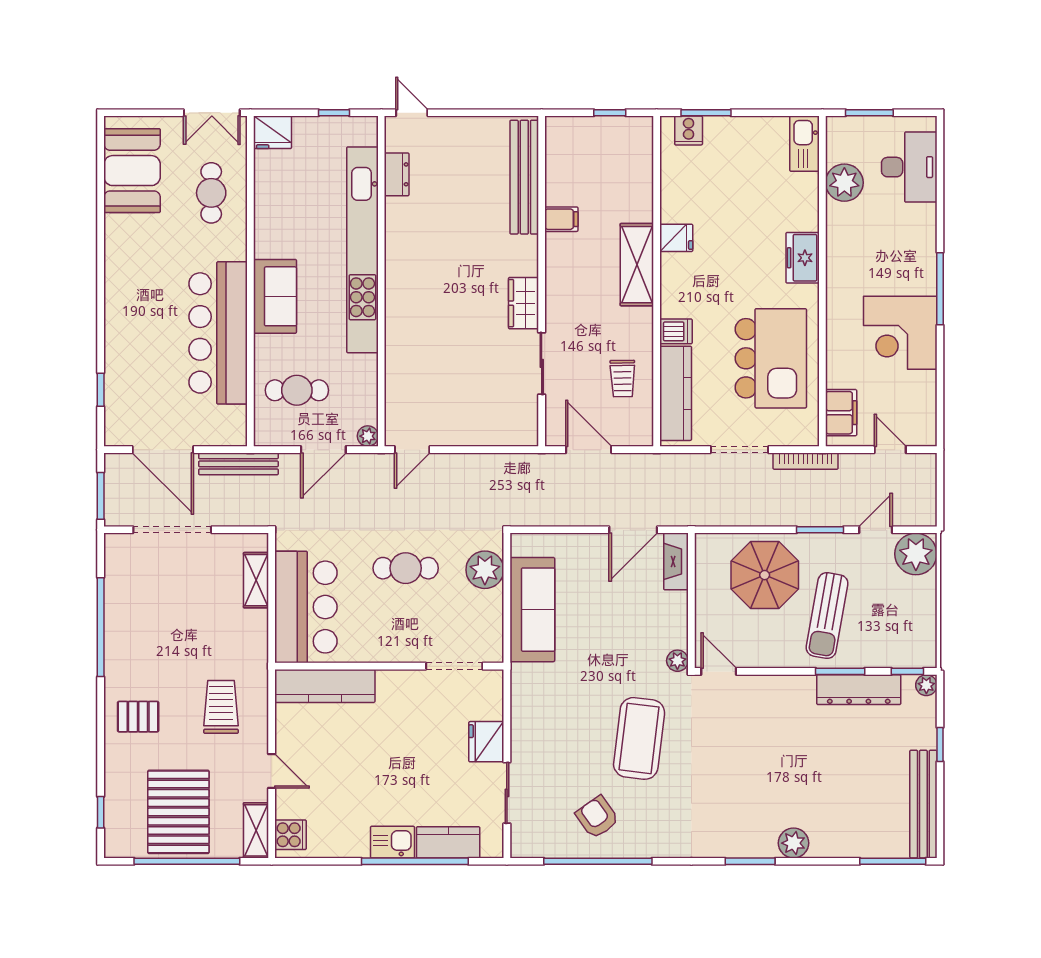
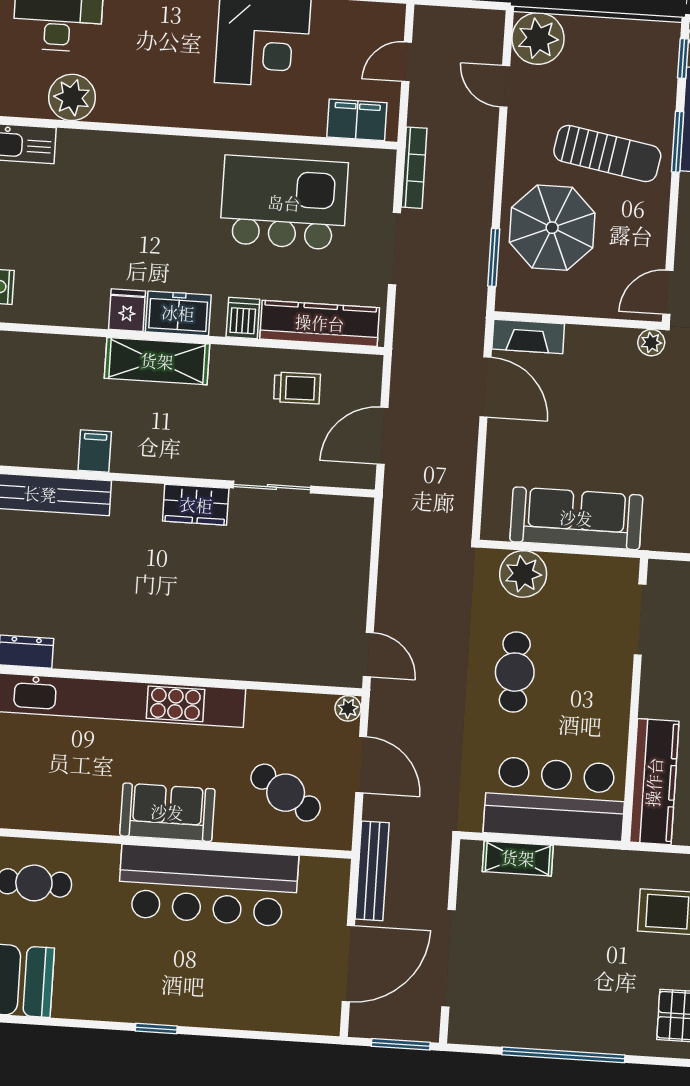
freezer: (803, 258) -> (178, 313), moved, turned 180
window: (101, 390) -> (156, 1029), moved
cafe table: (297, 390) -> (286, 793), turned -58
window: (820, 530) -> (494, 257), moved

